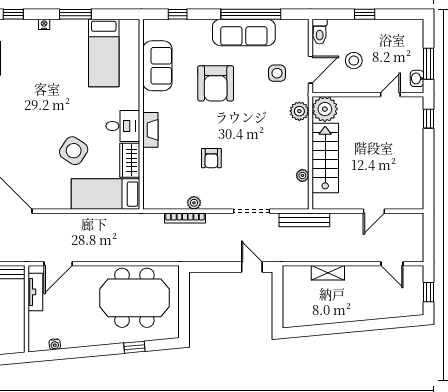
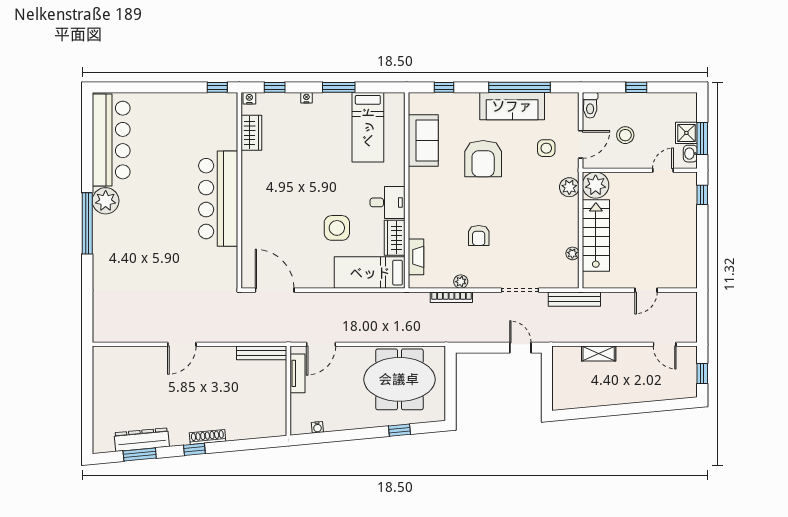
shower: (413, 58) -> (686, 133), added
fireplace: (150, 130) -> (416, 257), moved
side table: (74, 151) -> (337, 228), turned -33

